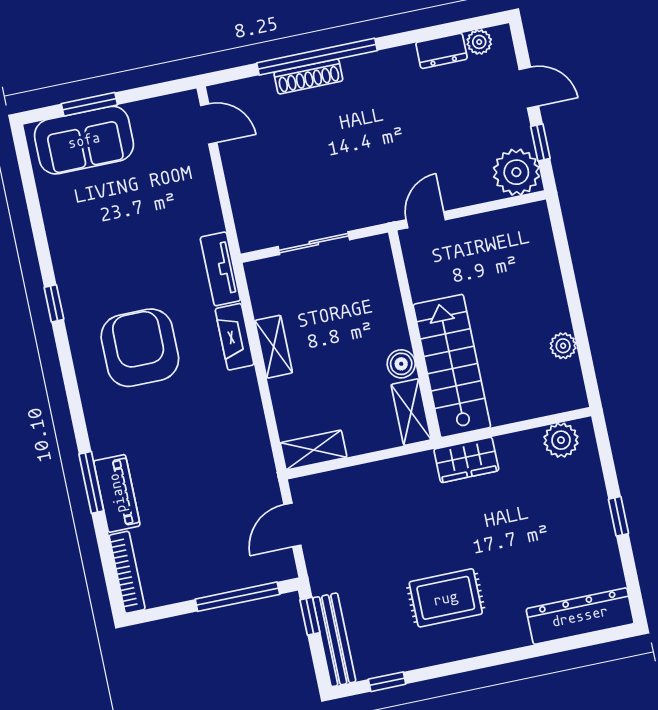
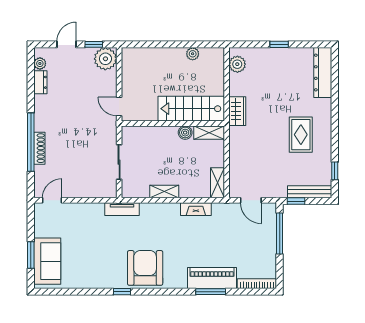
fireplace: (235, 337) -> (196, 209), moved
armchair: (140, 348) -> (145, 268), moved, turned 90
piano: (117, 493) -> (212, 278), width x1.37, depth x1.33

